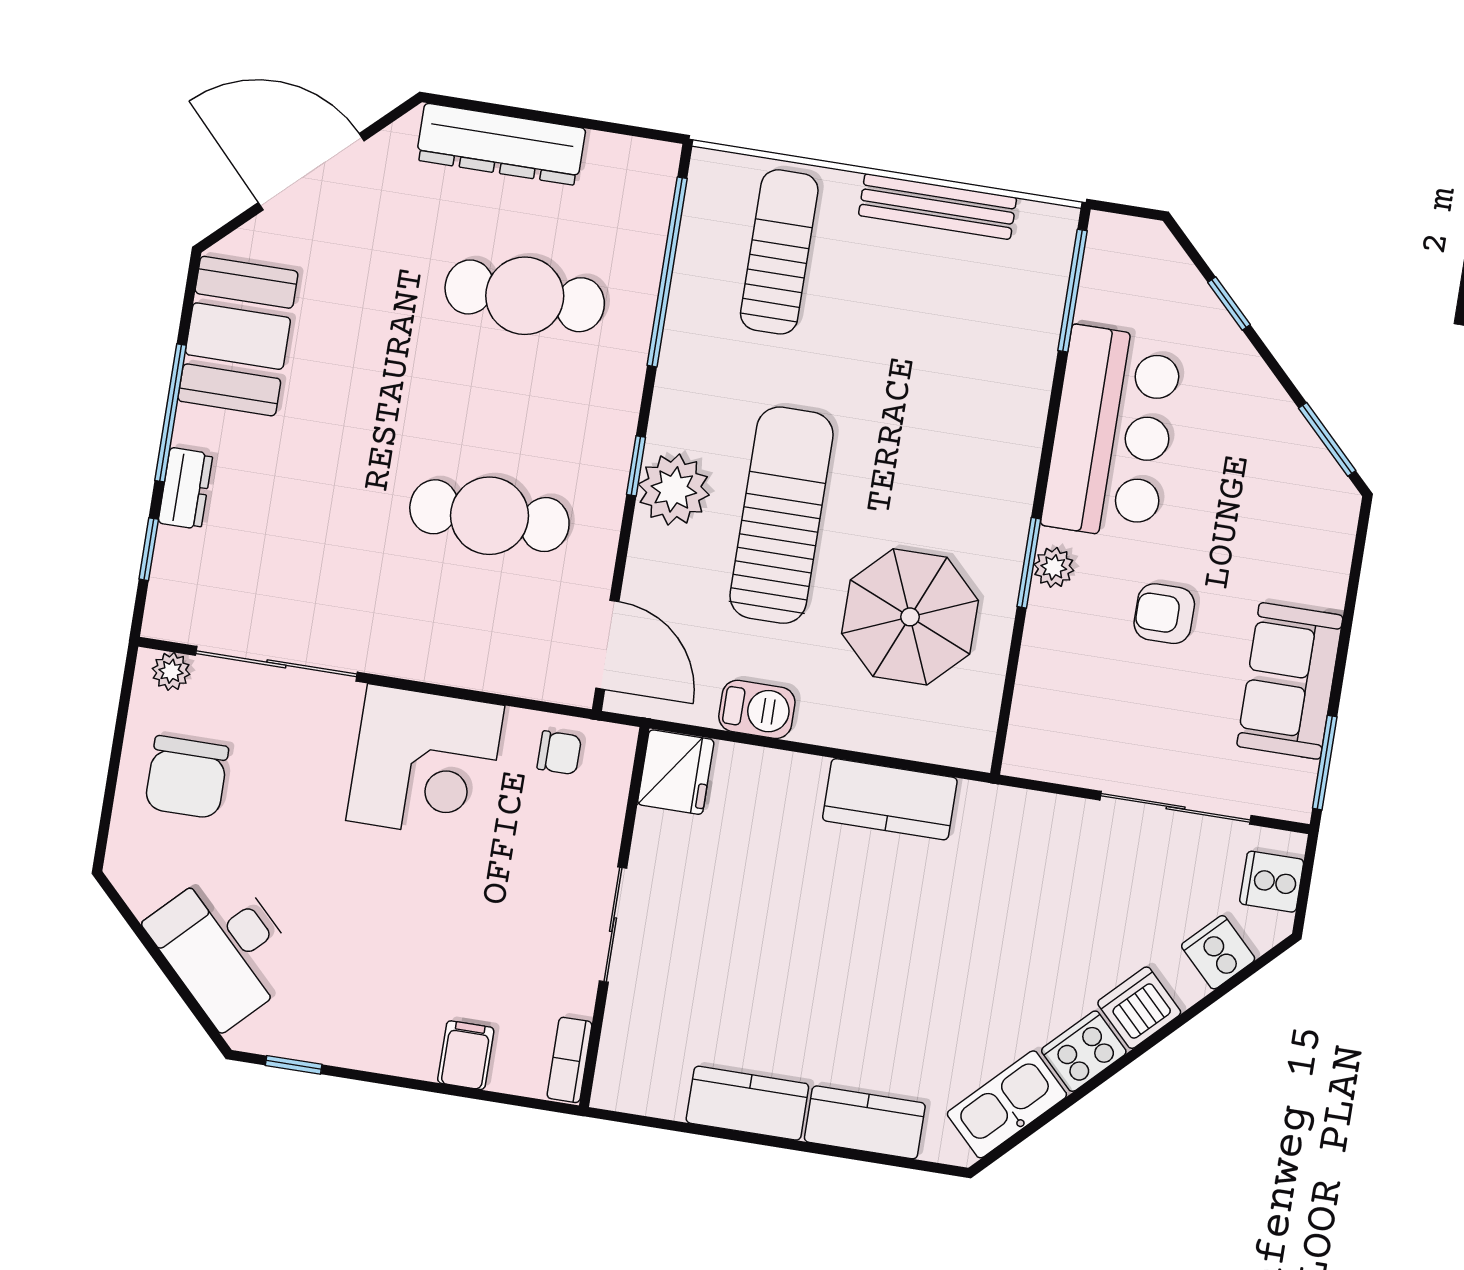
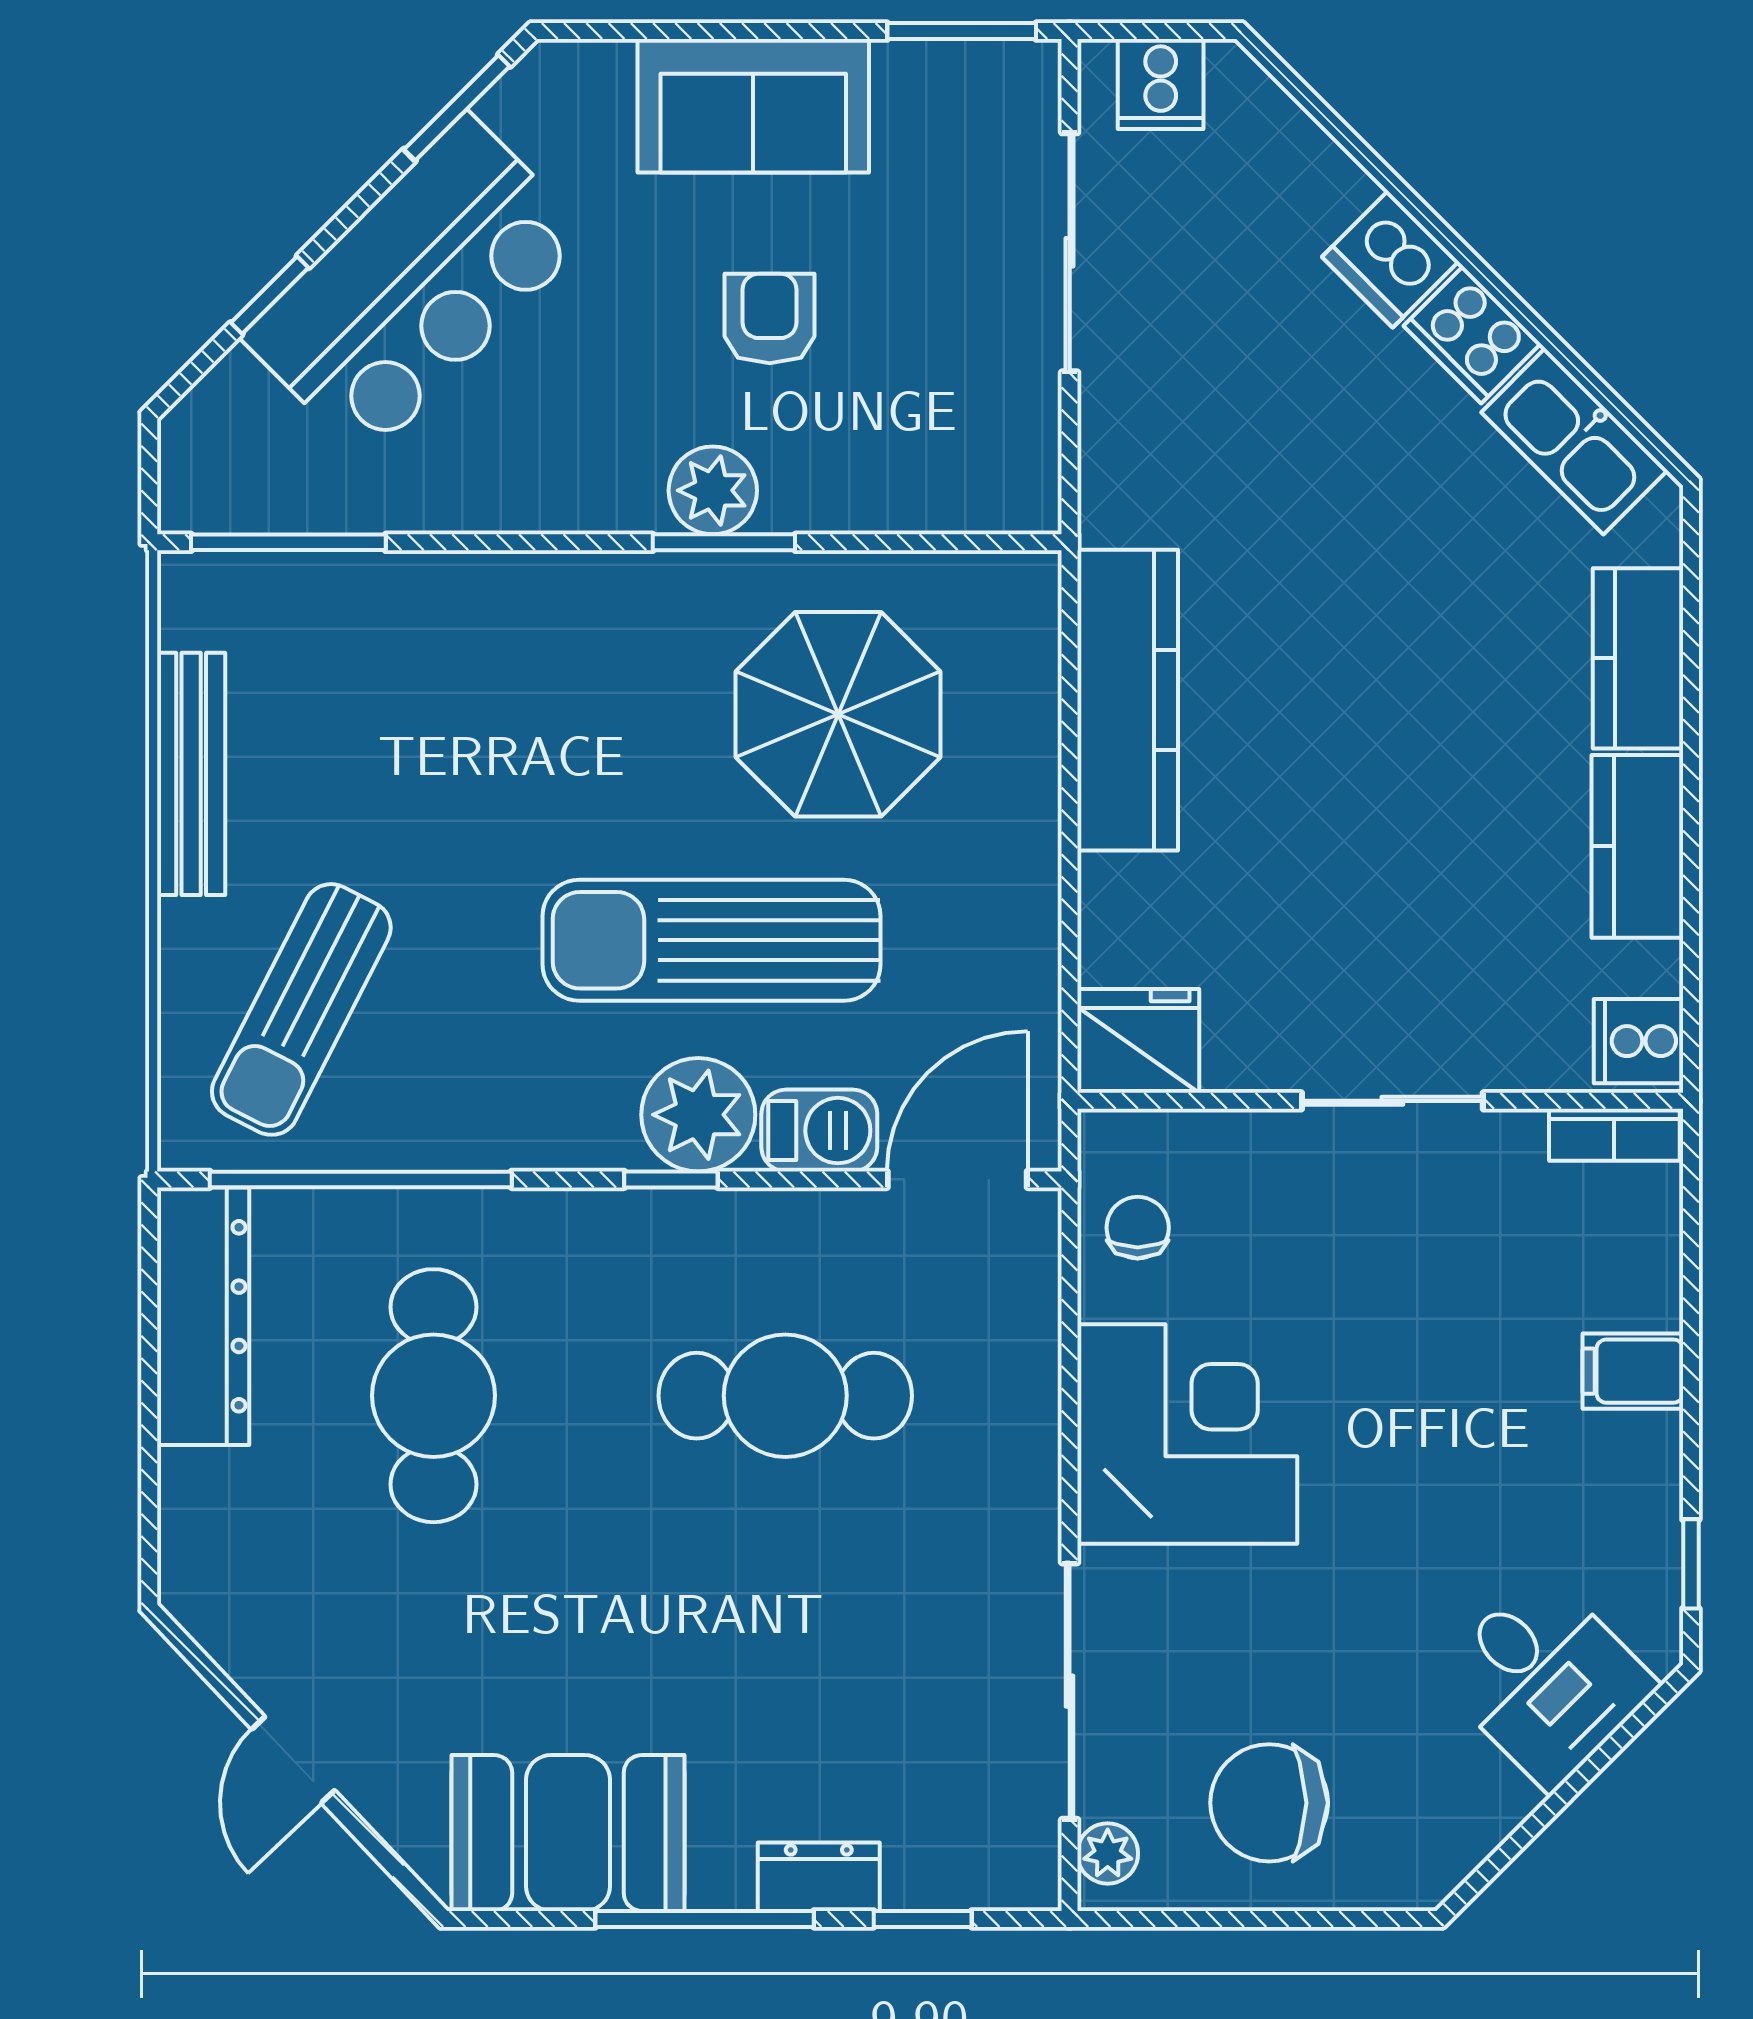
dresser: (501, 144) -> (203, 1316), moved
door: (311, 172) -> (293, 1760), width x0.53
sun lounger: (779, 252) -> (301, 1009), turned -63
bar counter: (1112, 433) -> (416, 287), moved, turned 135
cafe table: (489, 516) -> (785, 1396), turned 90
plant: (1054, 567) -> (713, 490), width x1.38, depth x1.38
armchair: (1164, 614) -> (770, 319), turned 180
sofa: (1290, 681) -> (753, 106), moved
barbecue: (757, 709) -> (819, 1131), moved, turned 90
chair: (187, 777) -> (1269, 1803), turned 180
kitchen counter: (890, 799) -> (1128, 700), width x1.50
desk: (224, 947) -> (1546, 1680), width x0.73
cooker: (1218, 952) -> (1639, 1041), moved, turned 45
filing cabinet: (466, 1055) -> (1633, 1371), moved

